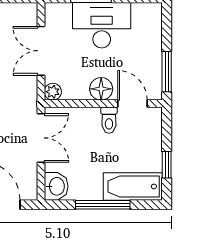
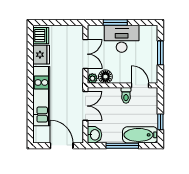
double door: (41, 51) -> (85, 54), swing flipped
window: (167, 72) -> (160, 53), moved
floor lamp: (101, 89) -> (105, 77), moved

